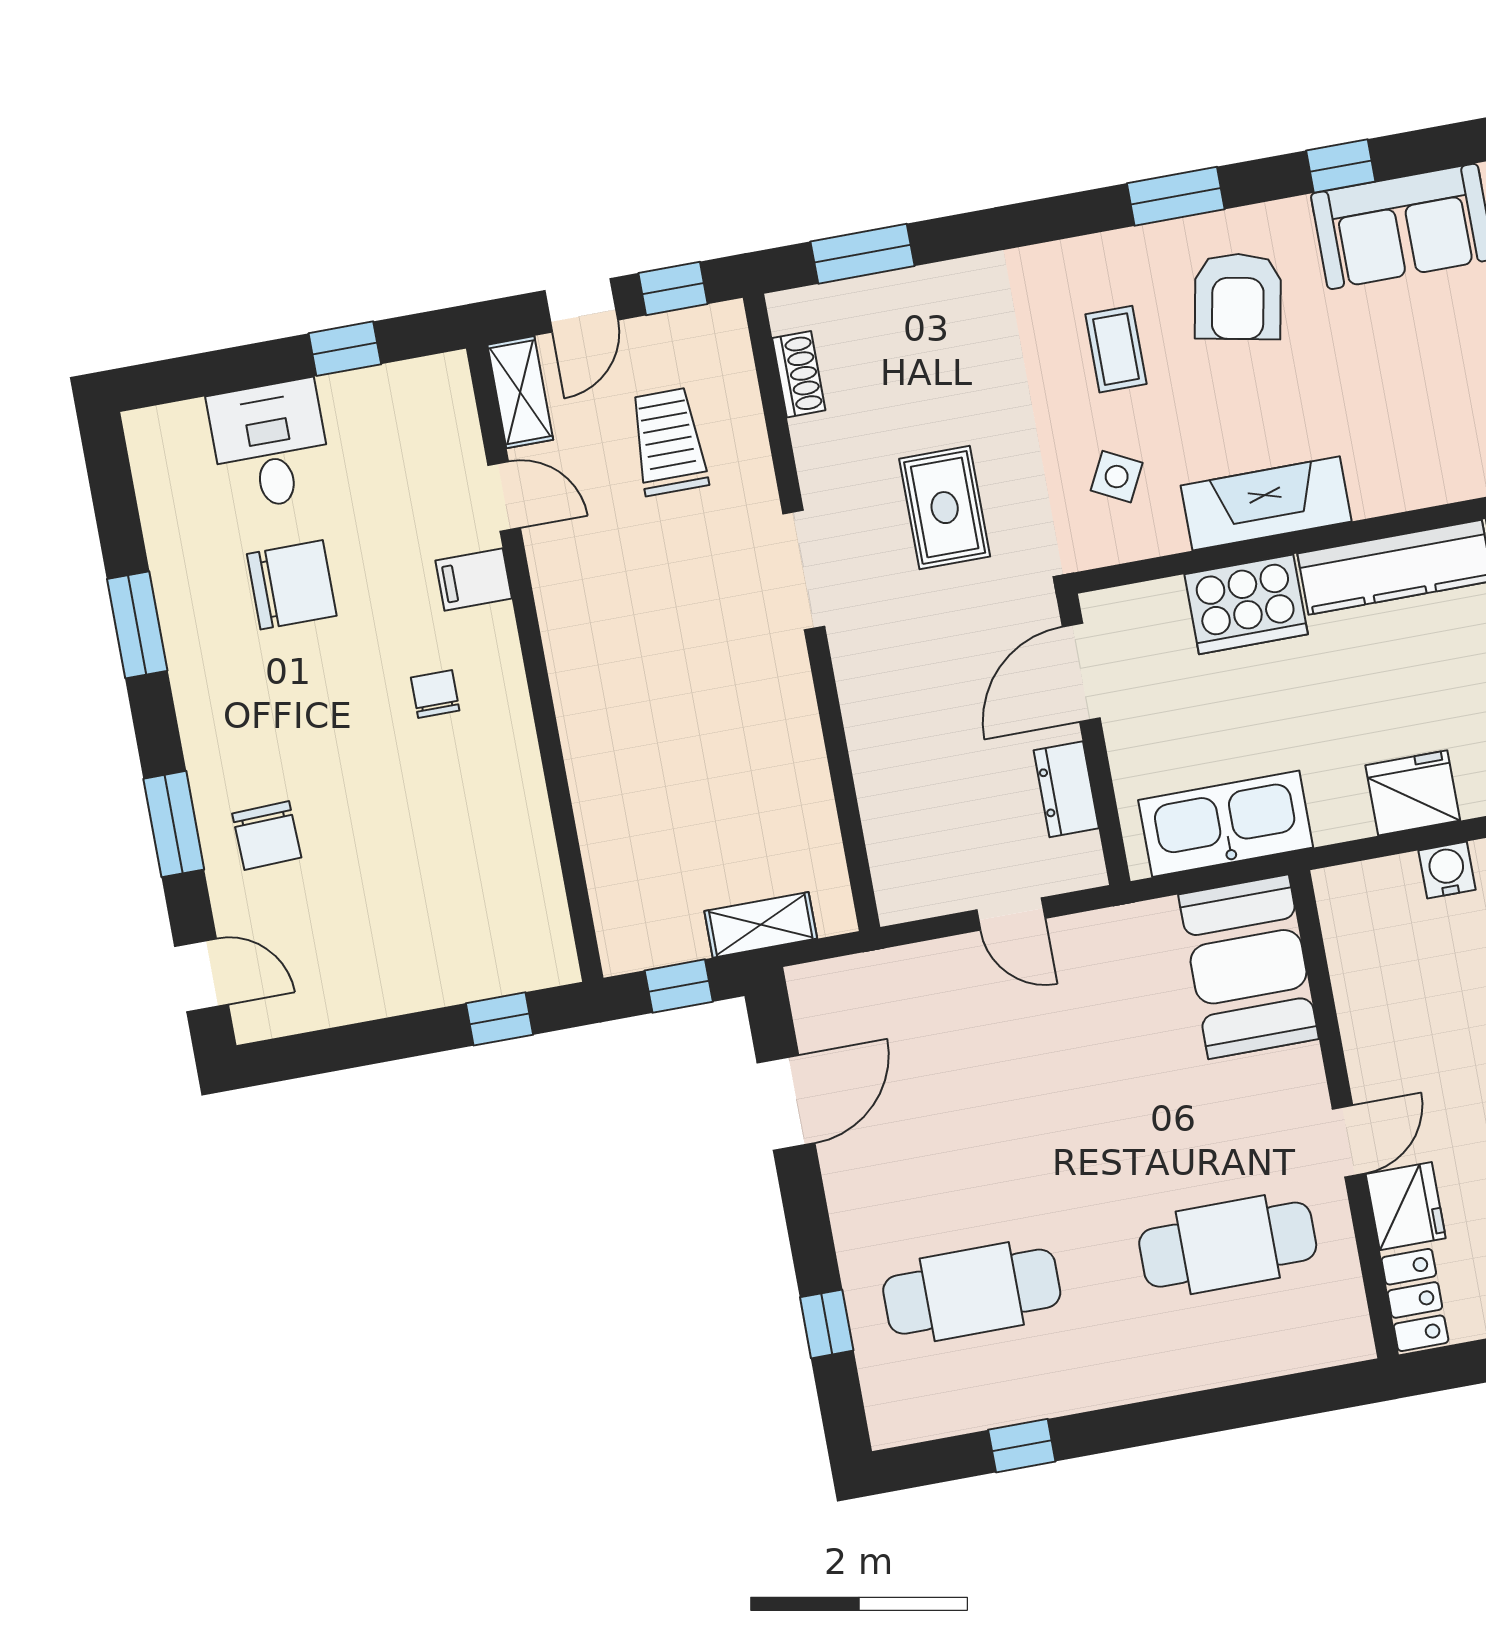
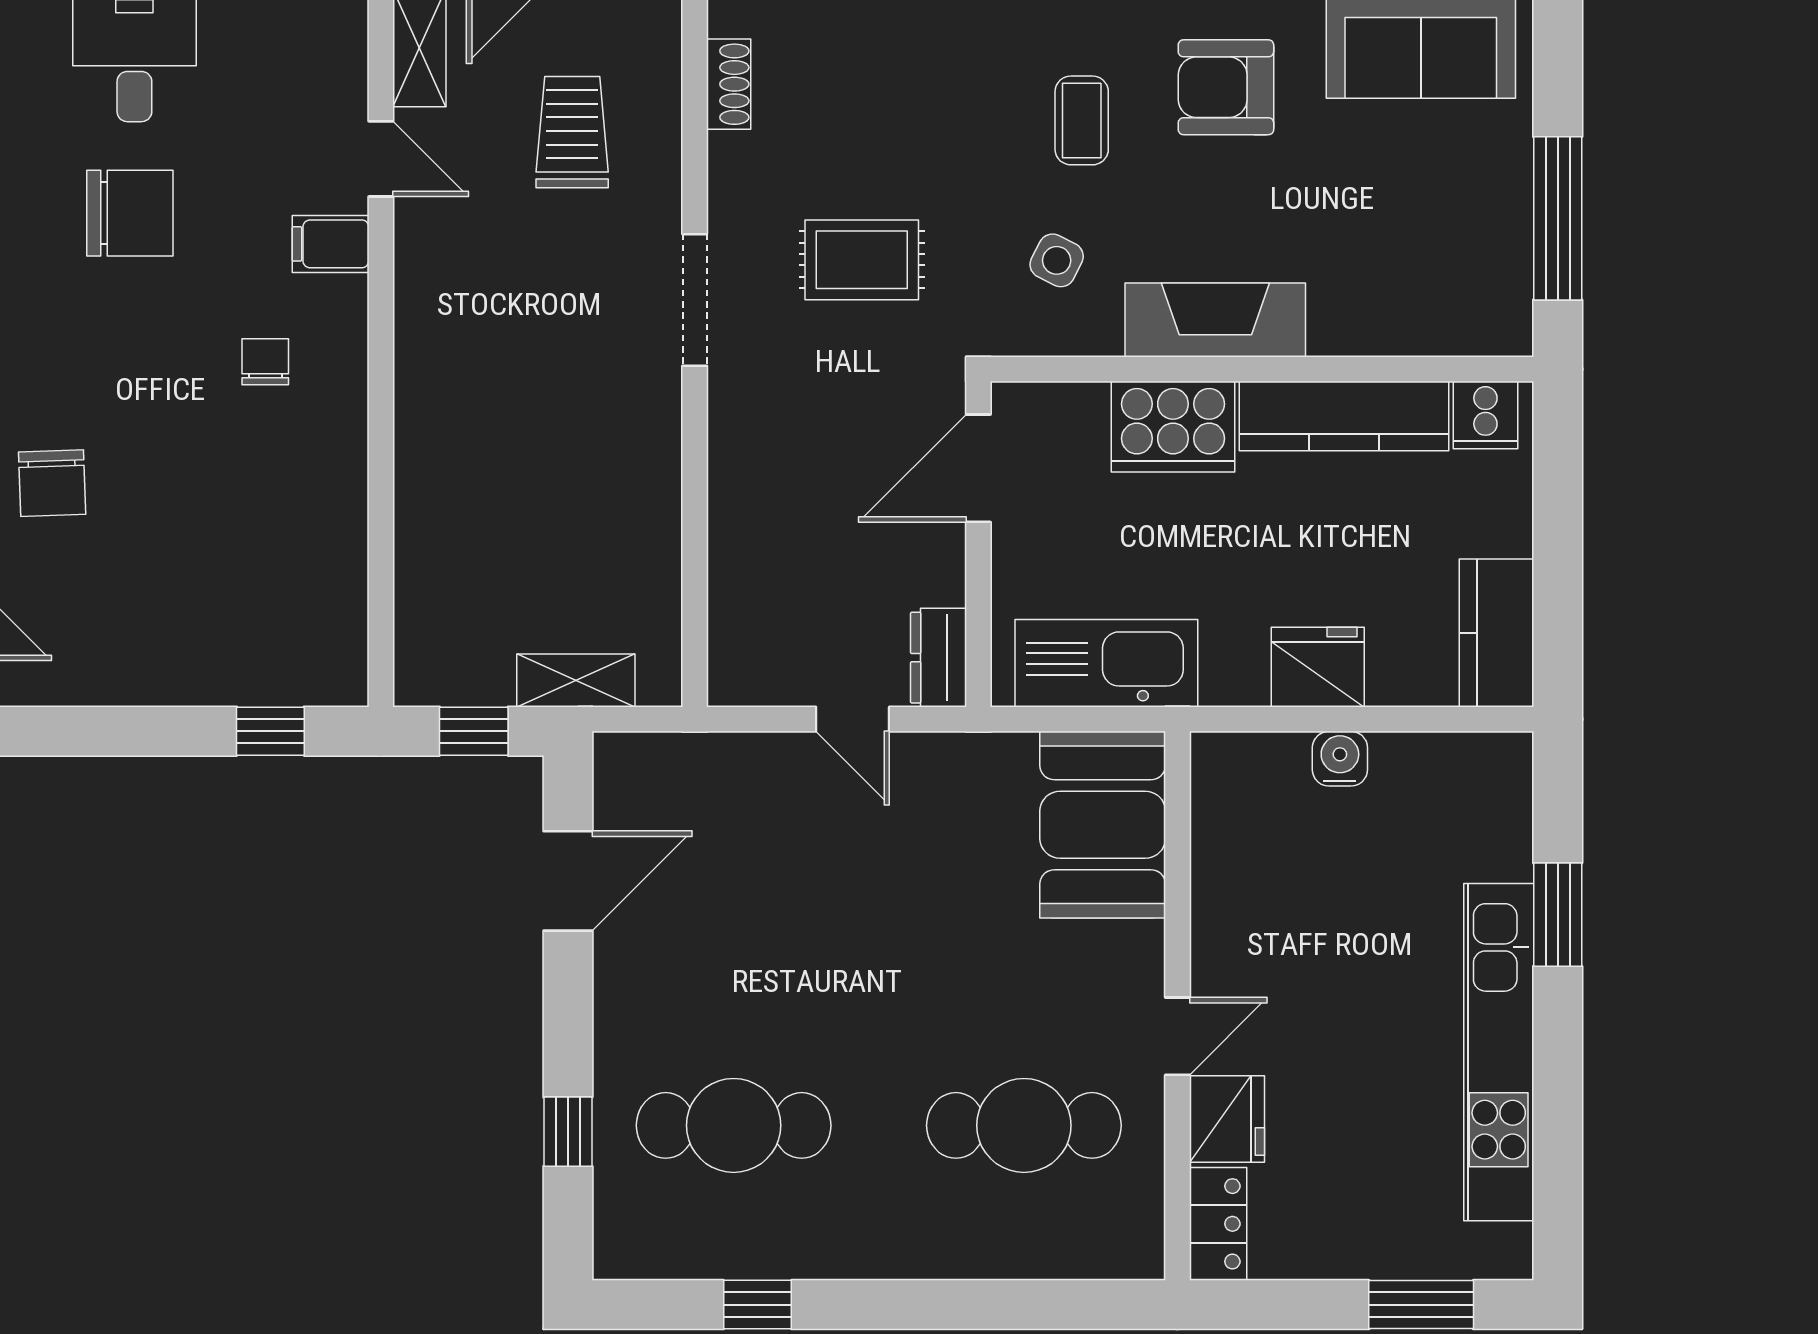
armchair: (1238, 296) -> (1226, 87), turned 79
rug: (945, 508) -> (862, 260), turned 90
dresser: (1066, 789) -> (938, 658), moved

